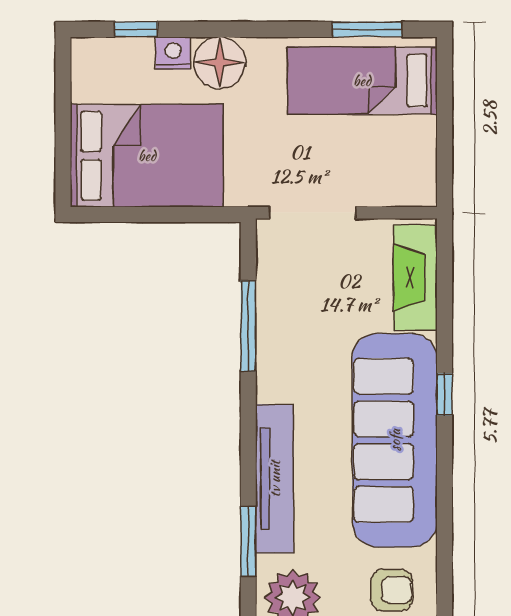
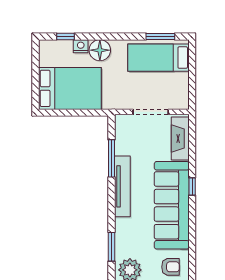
doorway: (313, 213) -> (151, 112), moved
tv unit: (275, 479) -> (122, 186), moved

